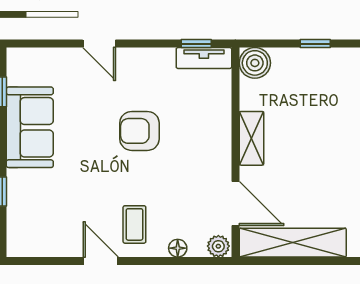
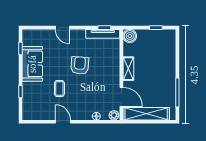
tv unit: (204, 58) -> (103, 34), width x1.41
armchair: (139, 131) -> (80, 65), turned 94
coffee table: (134, 224) -> (59, 89), moved

